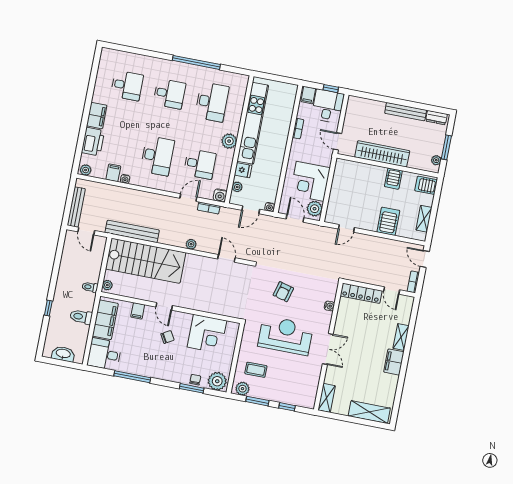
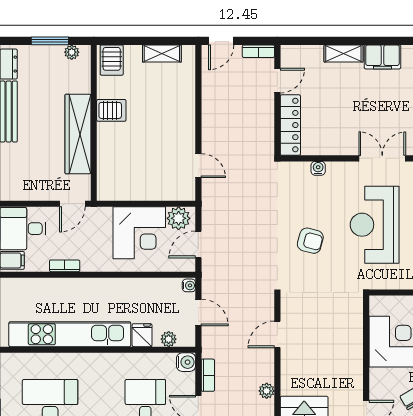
plant: (229, 141) -> (103, 364), removed
server rack: (388, 221) -> (176, 105), removed

